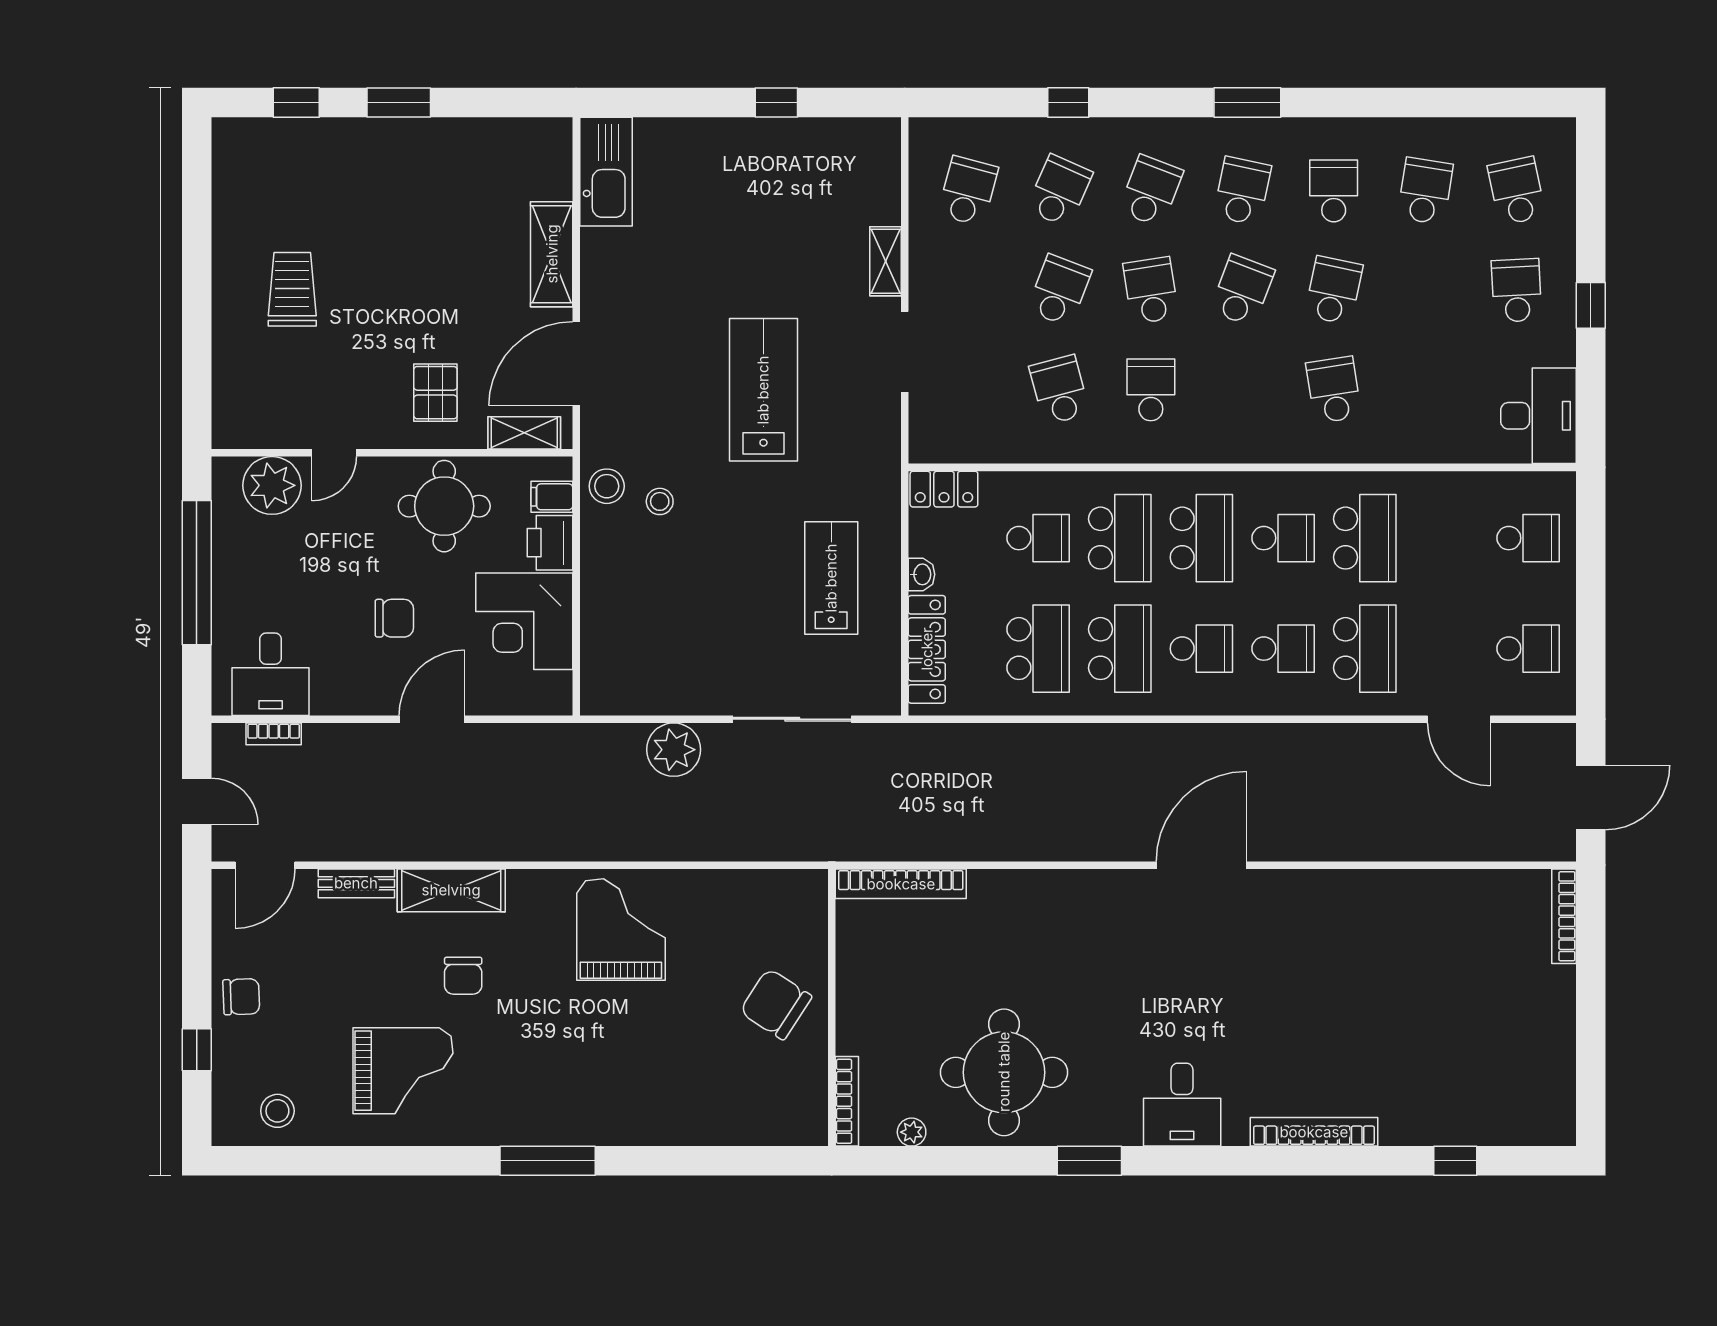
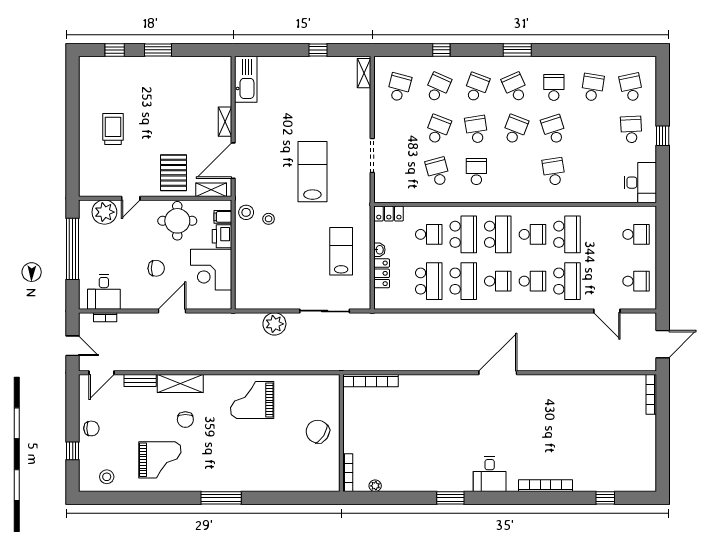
school desk: (1242, 191) -> (515, 87), turned -36
shelving: (552, 254) -> (225, 122), width x0.67, depth x0.75
shelving: (885, 261) -> (364, 73), moved
school desk: (1334, 290) -> (554, 130), turned -30
pallet: (435, 393) -> (174, 173), width x1.50, depth x1.42
locker: (927, 649) -> (382, 273), width x0.66
grand piano: (621, 930) -> (252, 400), turned -90
round table: (1004, 1072) -> (414, 460), removed

